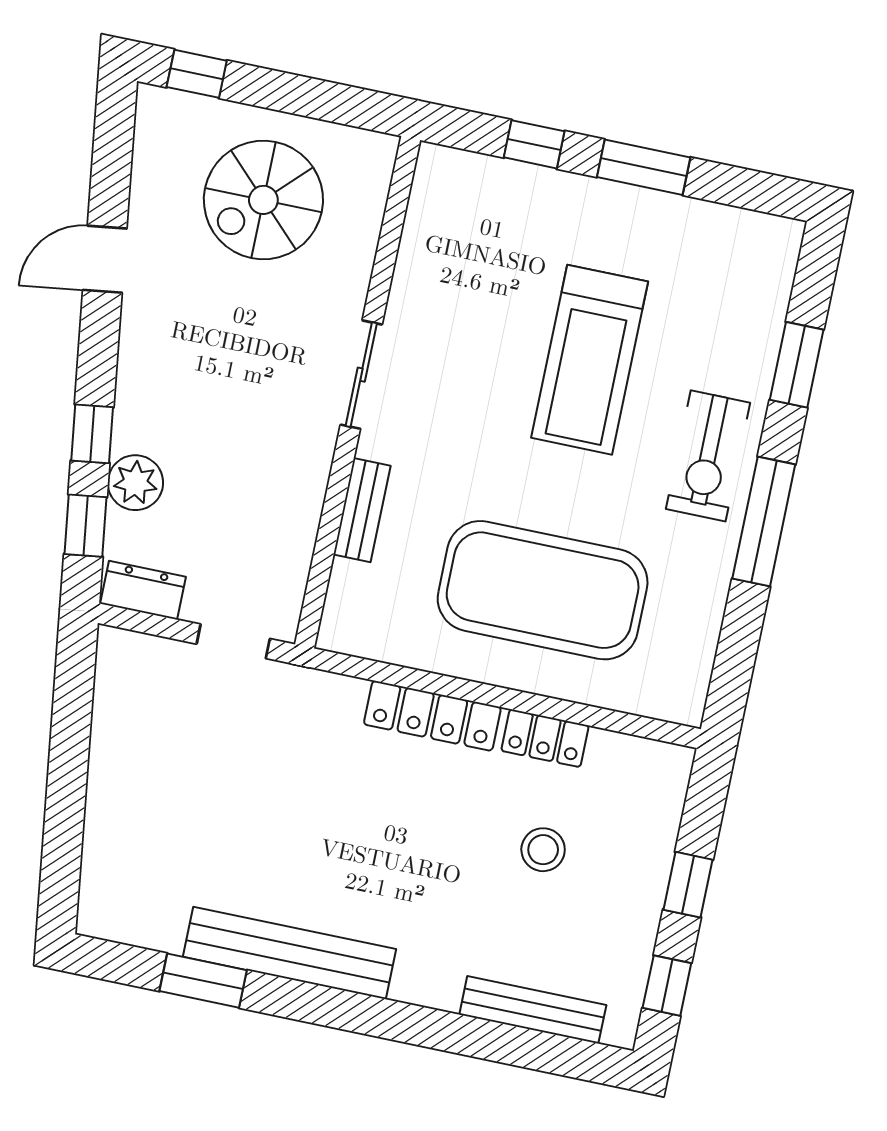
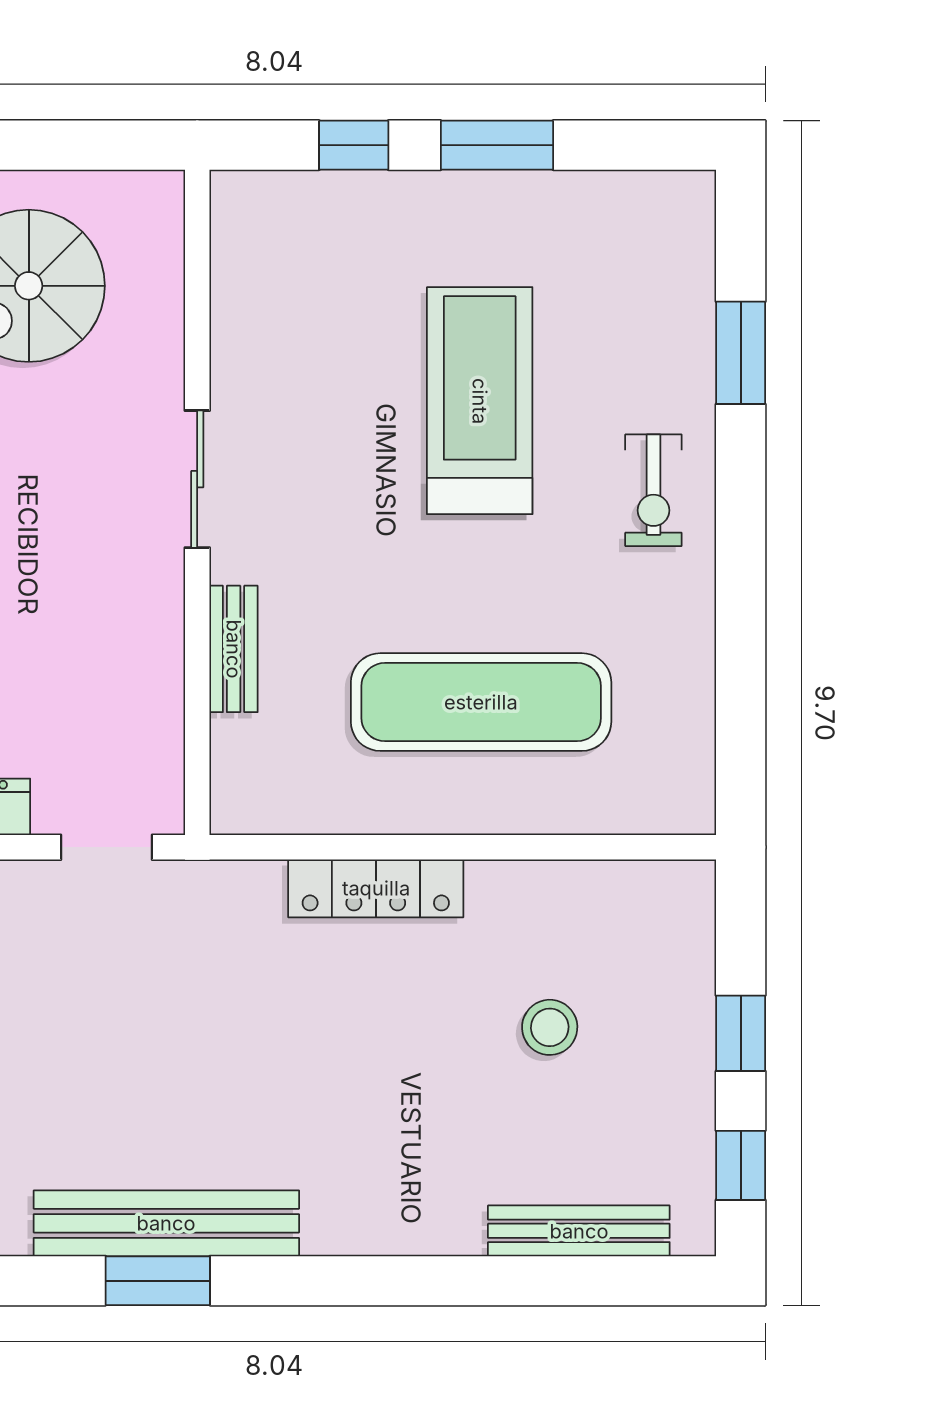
treadmill: (590, 360) -> (480, 401), turned 180
exercise bike: (708, 456) -> (653, 490), width x0.73, depth x0.72
window: (764, 522) -> (741, 558), removed
exercise mat: (543, 590) -> (481, 702), width x0.68
locker: (545, 738) -> (523, 887), removed
bench: (290, 953) -> (166, 1223), moved

